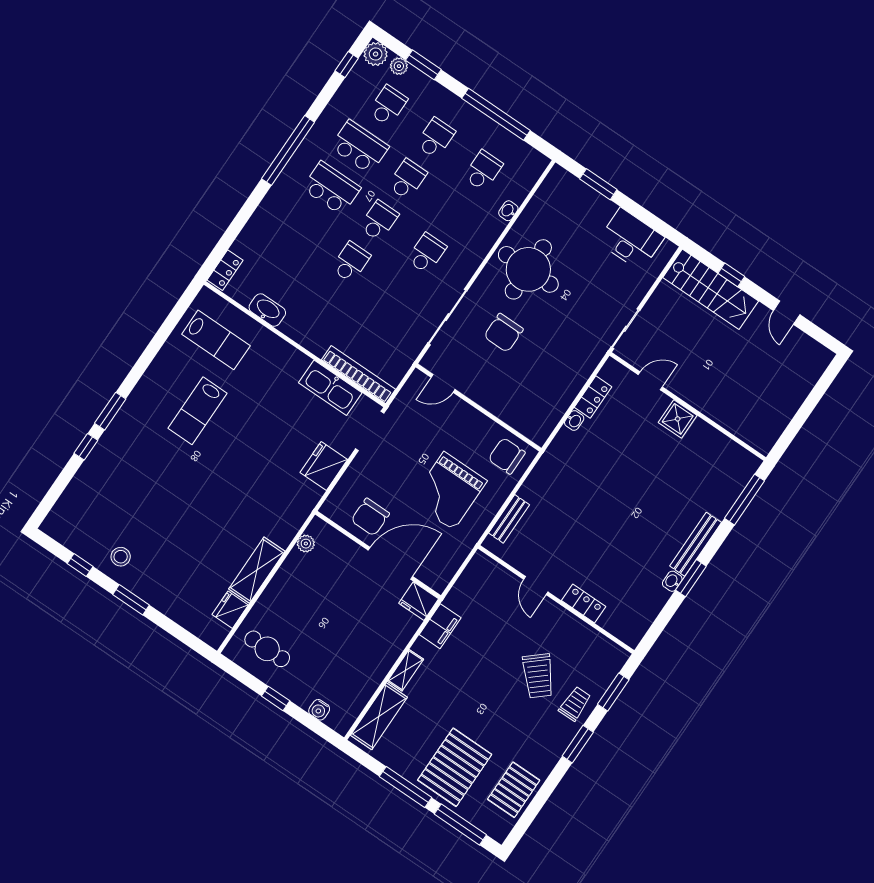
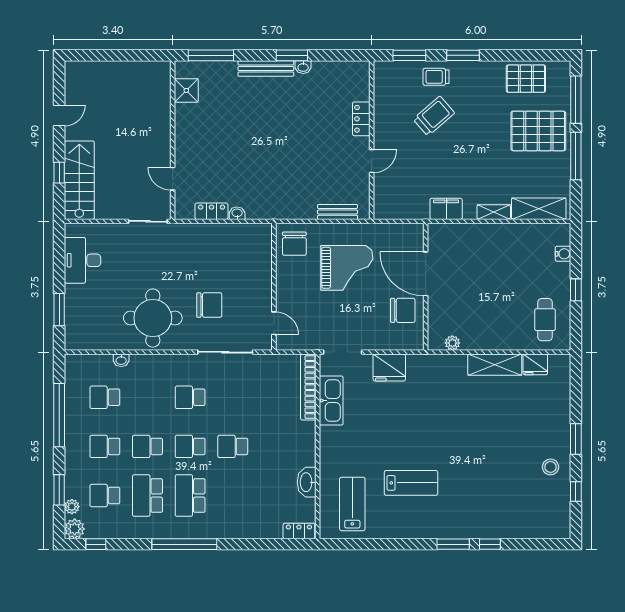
shower: (678, 419) -> (186, 90), moved
fridge: (419, 601) -> (439, 236), removed

